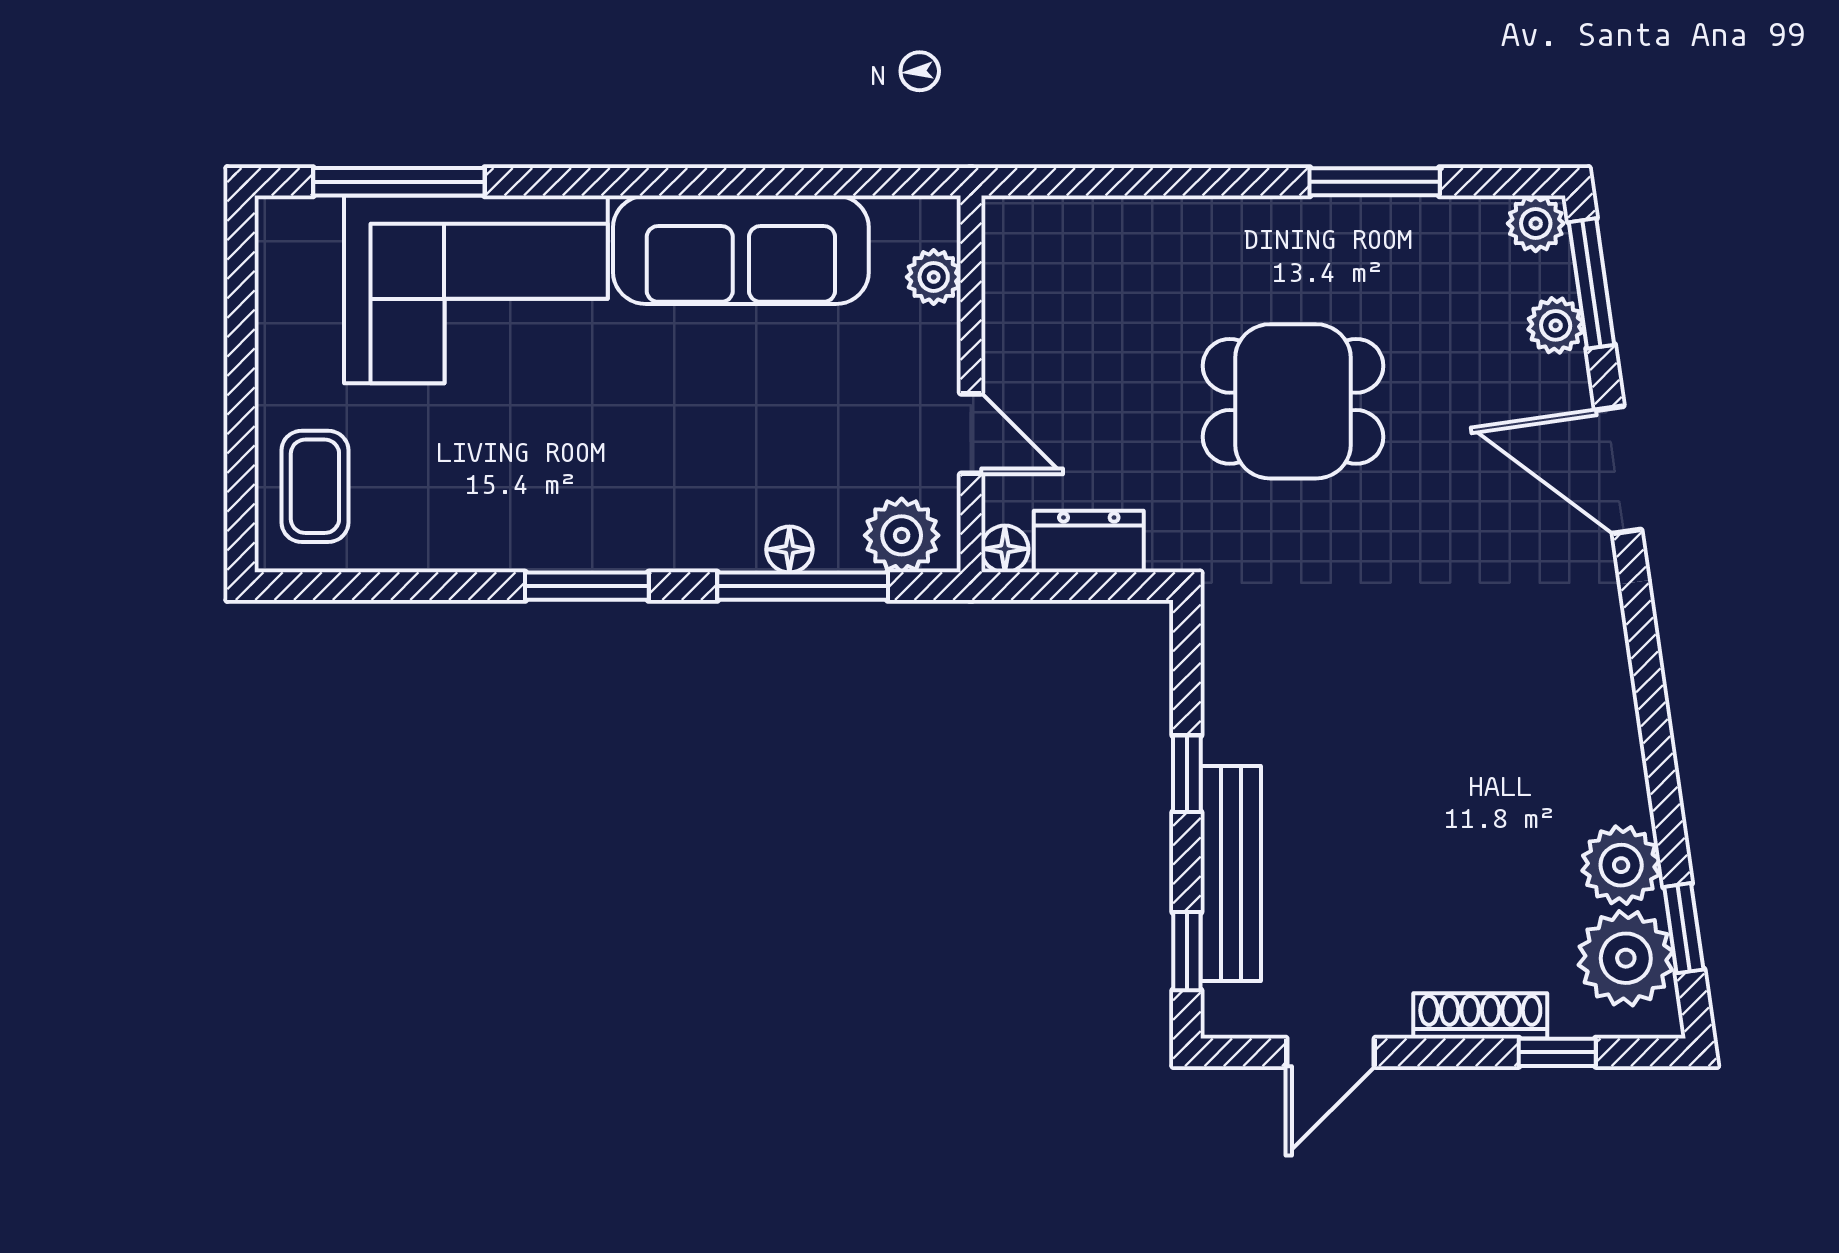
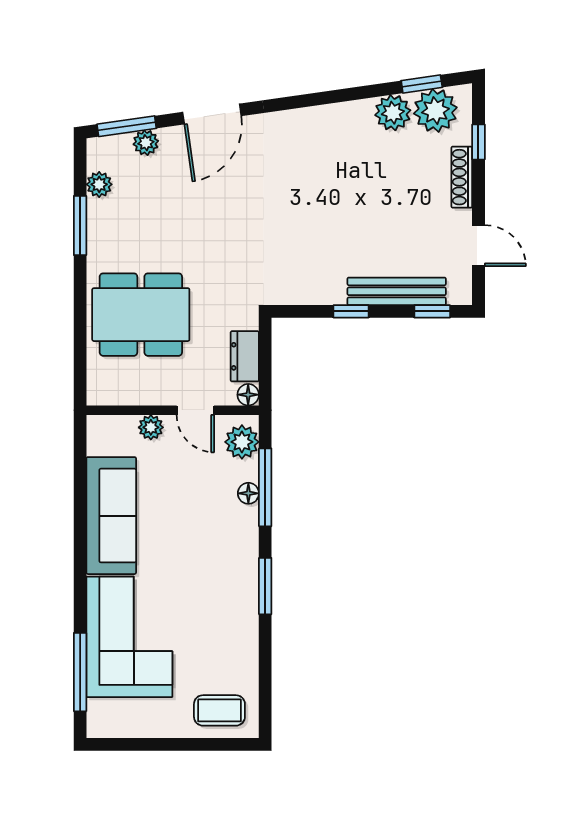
plant: (1536, 223) -> (99, 184), moved
plant: (934, 277) -> (151, 427), moved
dining table: (1293, 401) -> (141, 315), moved, width x1.38
door: (971, 434) -> (195, 410), swing flipped

